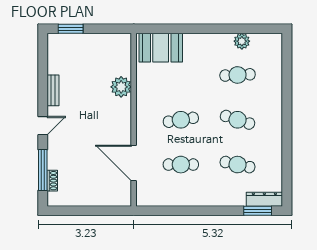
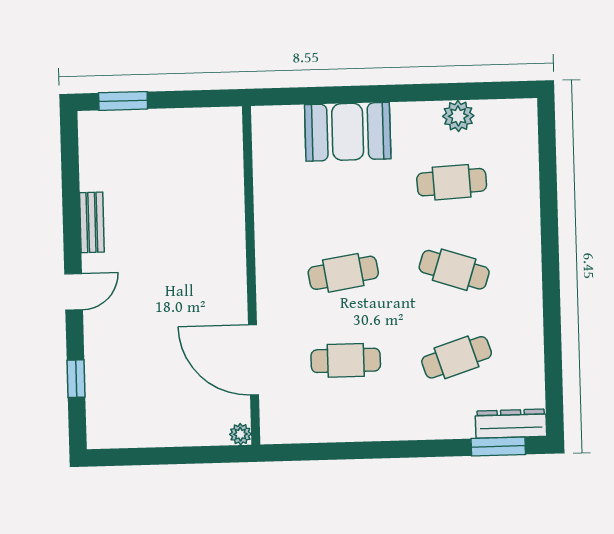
booth: (161, 48) -> (348, 132), moved
plant: (121, 87) -> (240, 434), moved, width x0.53, depth x0.53
cafe table: (238, 165) -> (457, 357), turned -30
window: (43, 170) -> (76, 379), width x0.46
shoe rack: (52, 181) -> (95, 399), removed

